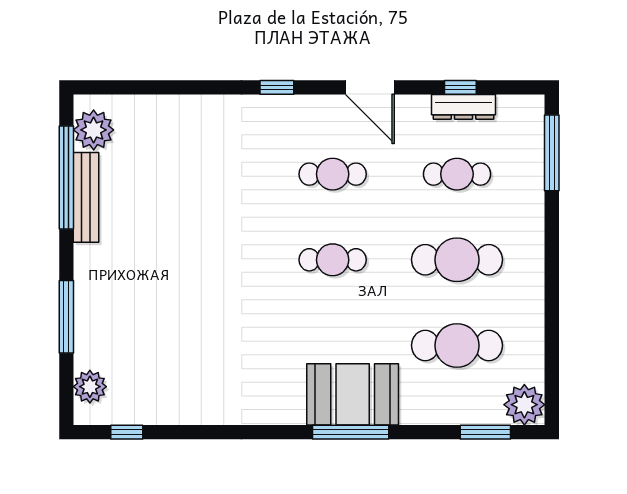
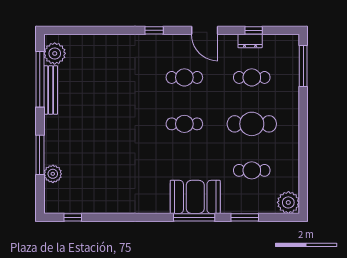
dresser: (463, 107) -> (250, 41), width x0.70
cafe table: (457, 345) -> (252, 170), width x0.73, depth x0.74
plant: (90, 387) -> (53, 174), moved
window: (485, 432) -> (245, 217), moved

